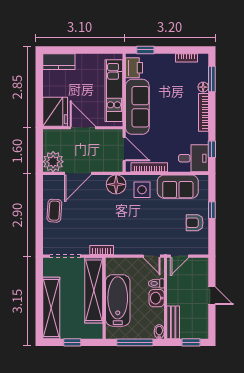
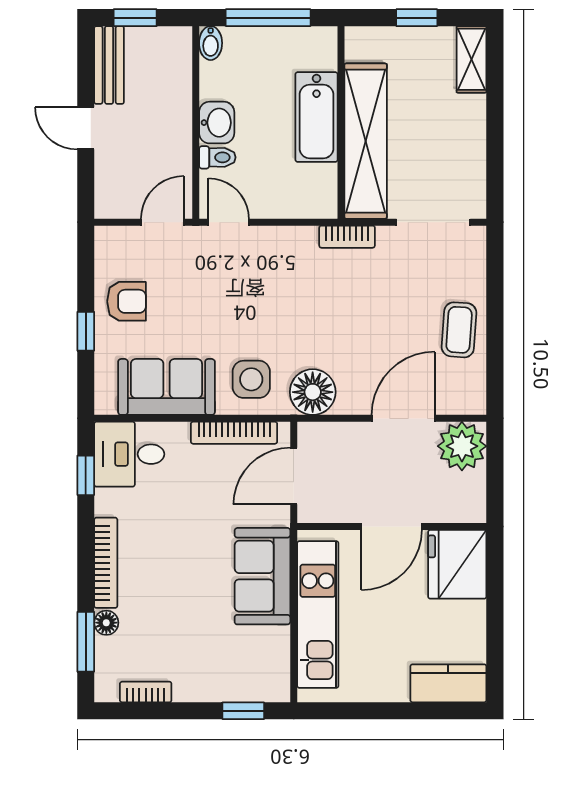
printer: (134, 68) -> (270, 669), removed
sofa: (137, 107) -> (262, 576), width x0.73
door: (83, 128) -> (392, 526), hinge flipped
door: (124, 149) -> (294, 476), hinge flipped
bathtub: (118, 300) -> (316, 117), width x0.73, depth x0.73
shelving: (51, 308) -> (471, 59), width x0.45, depth x0.75
bench: (173, 322) -> (109, 65), moved

